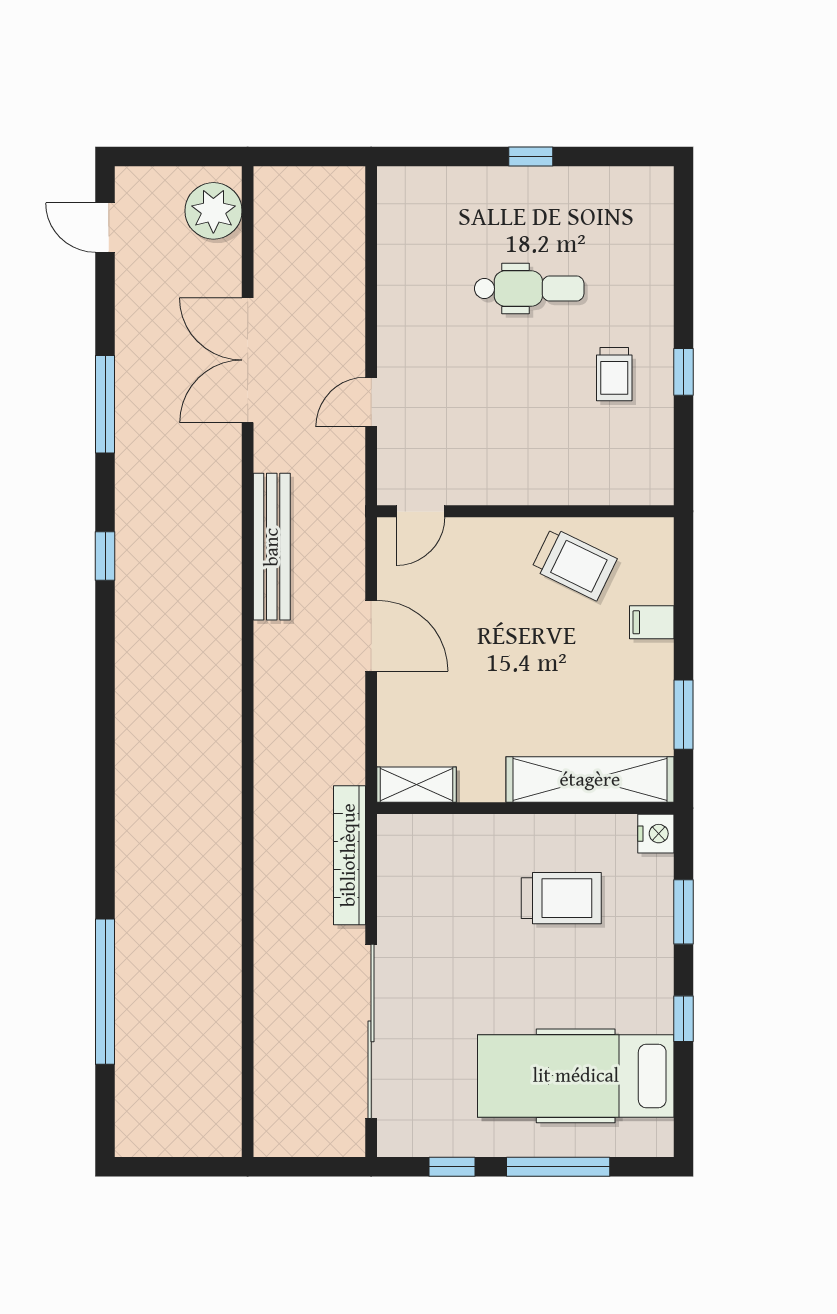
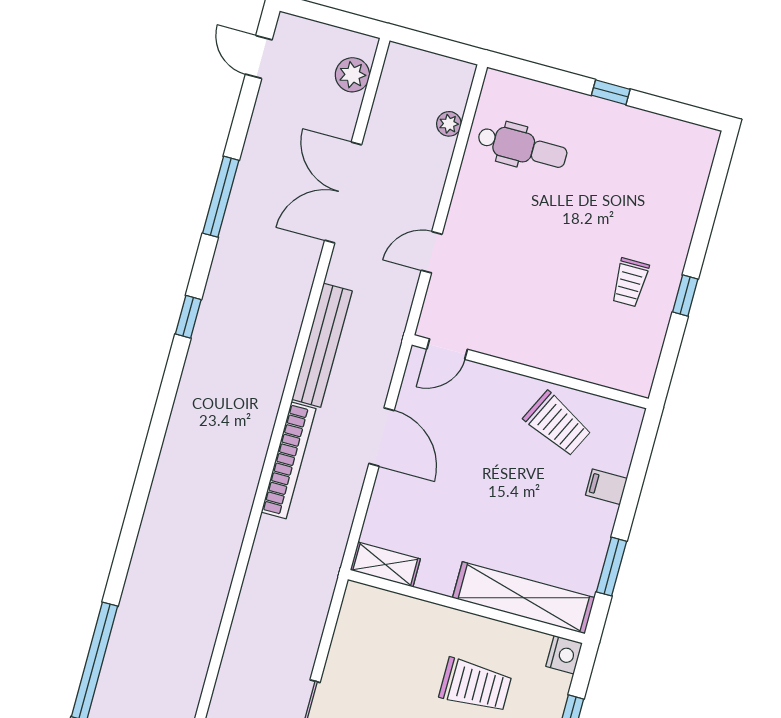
plant: (213, 211) -> (352, 75), width x0.73, depth x0.73
plant: (350, 245) -> (449, 124), added
dental chair: (529, 289) -> (522, 147), moved
bookcase: (349, 855) -> (289, 460), moved, turned 180

